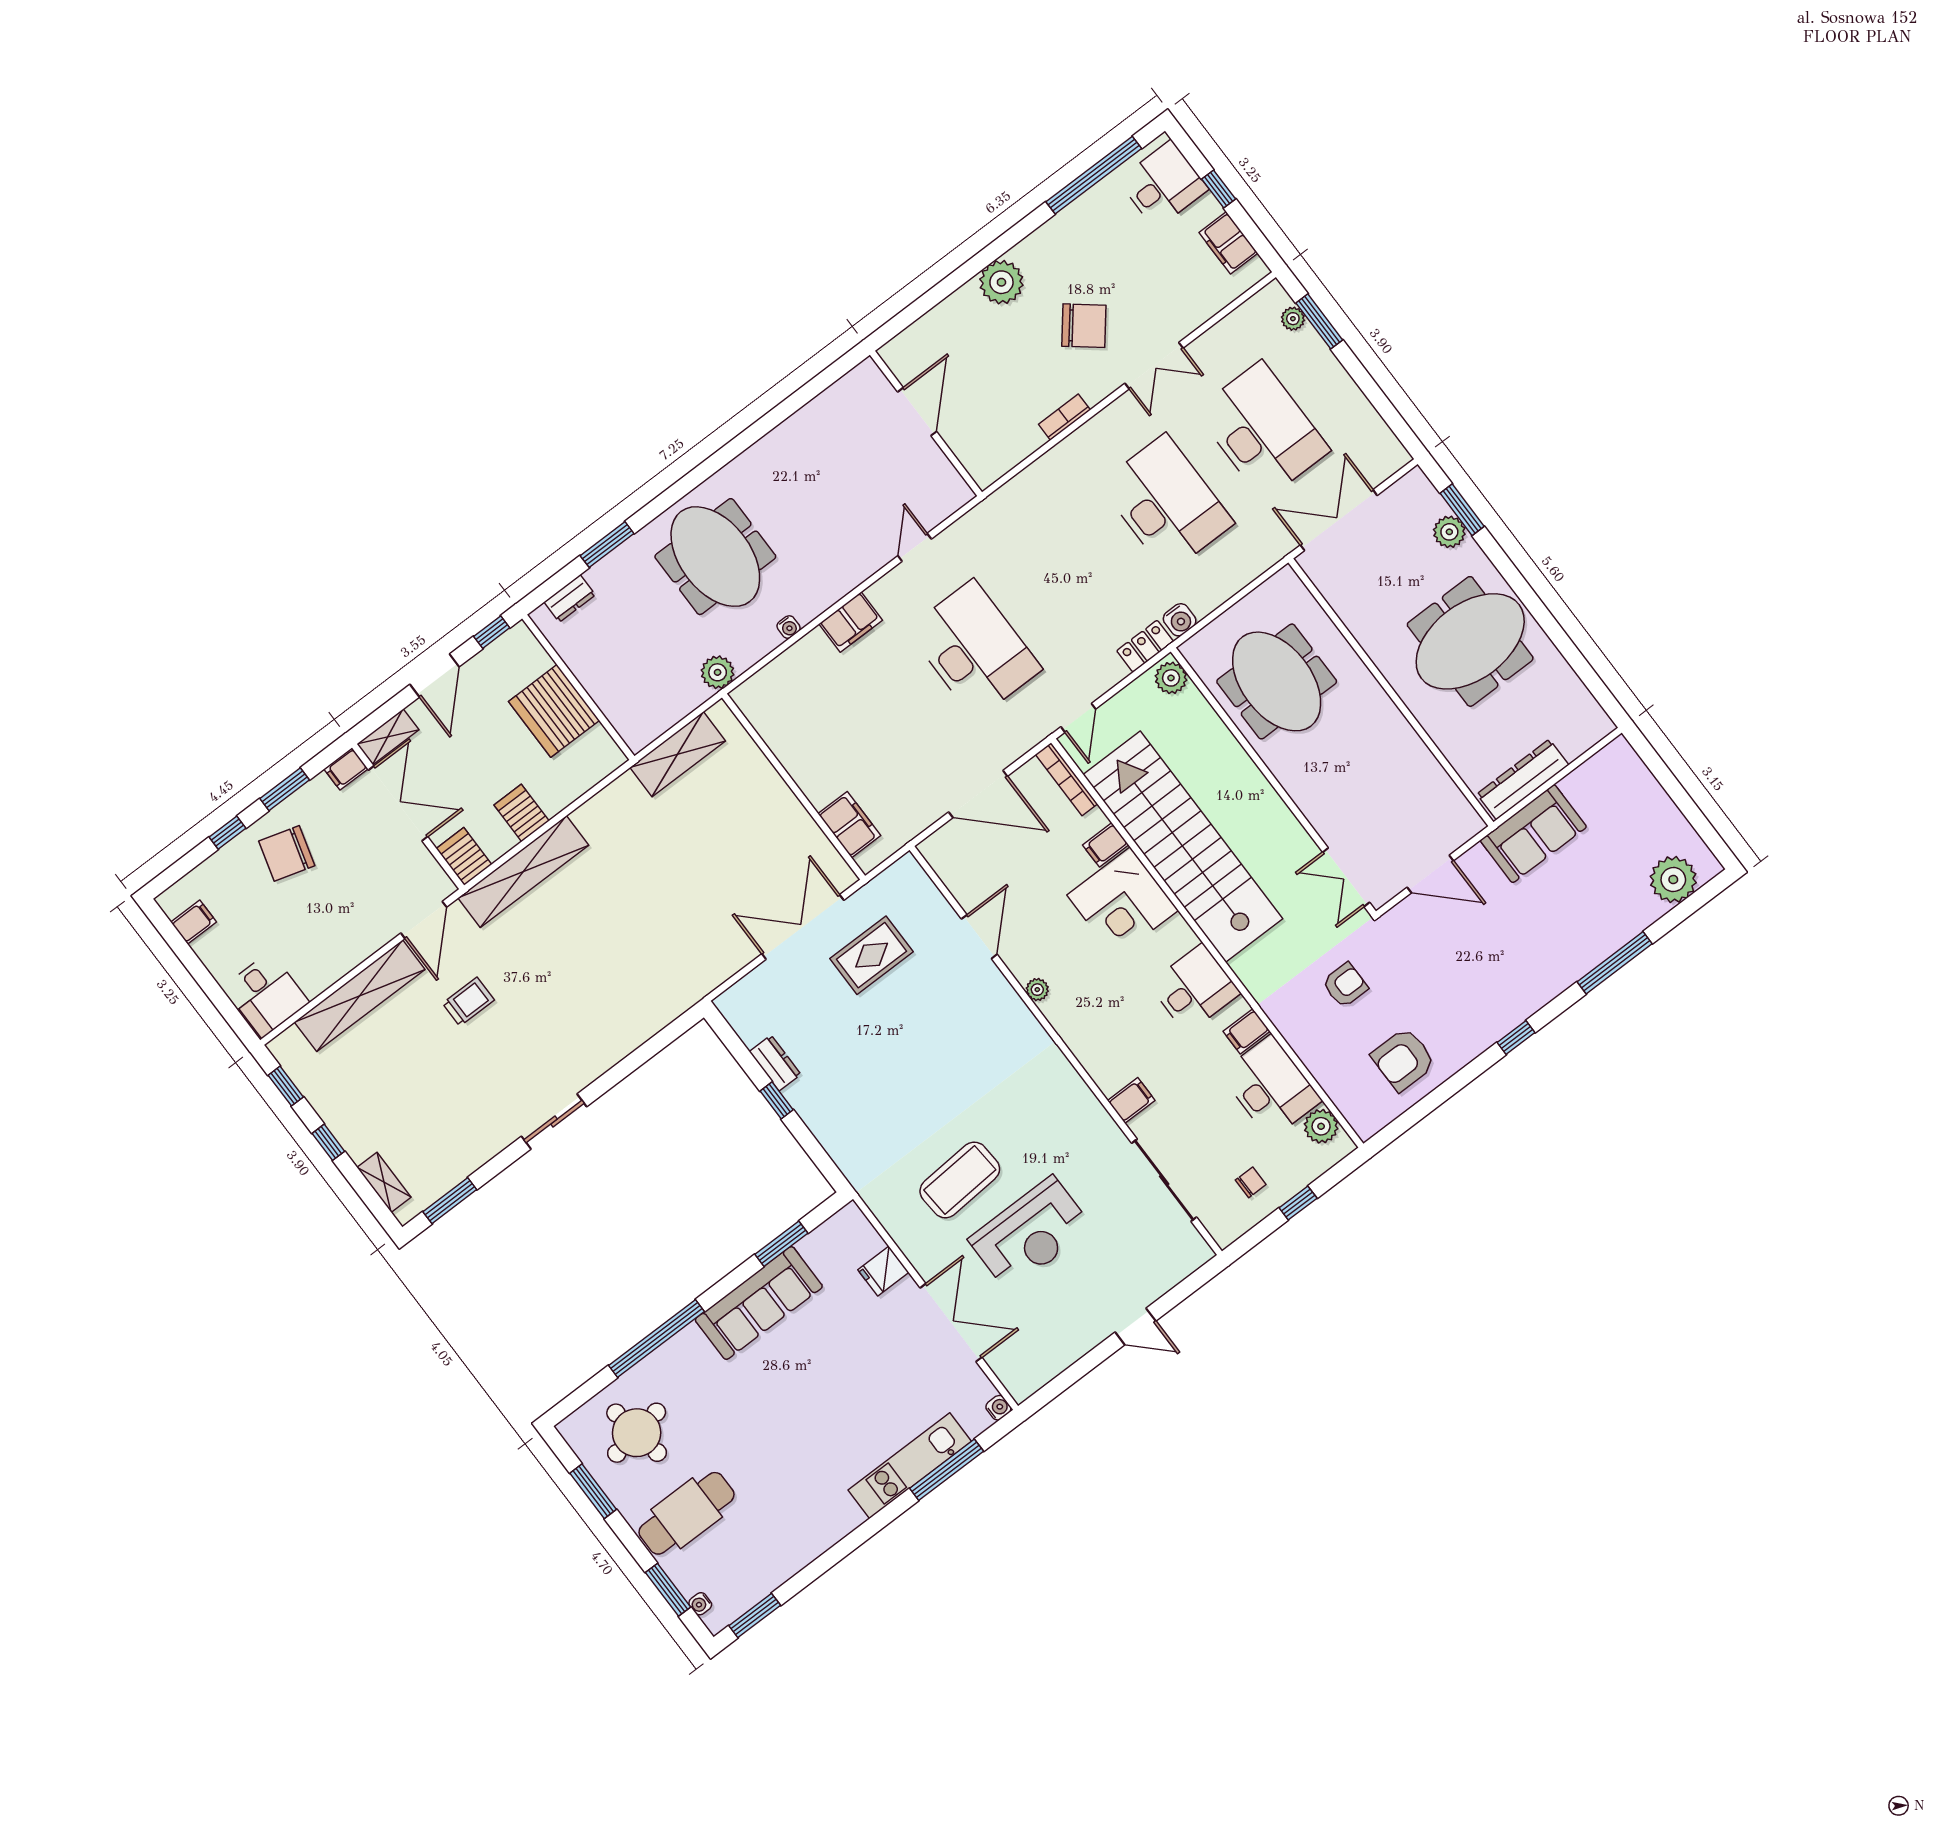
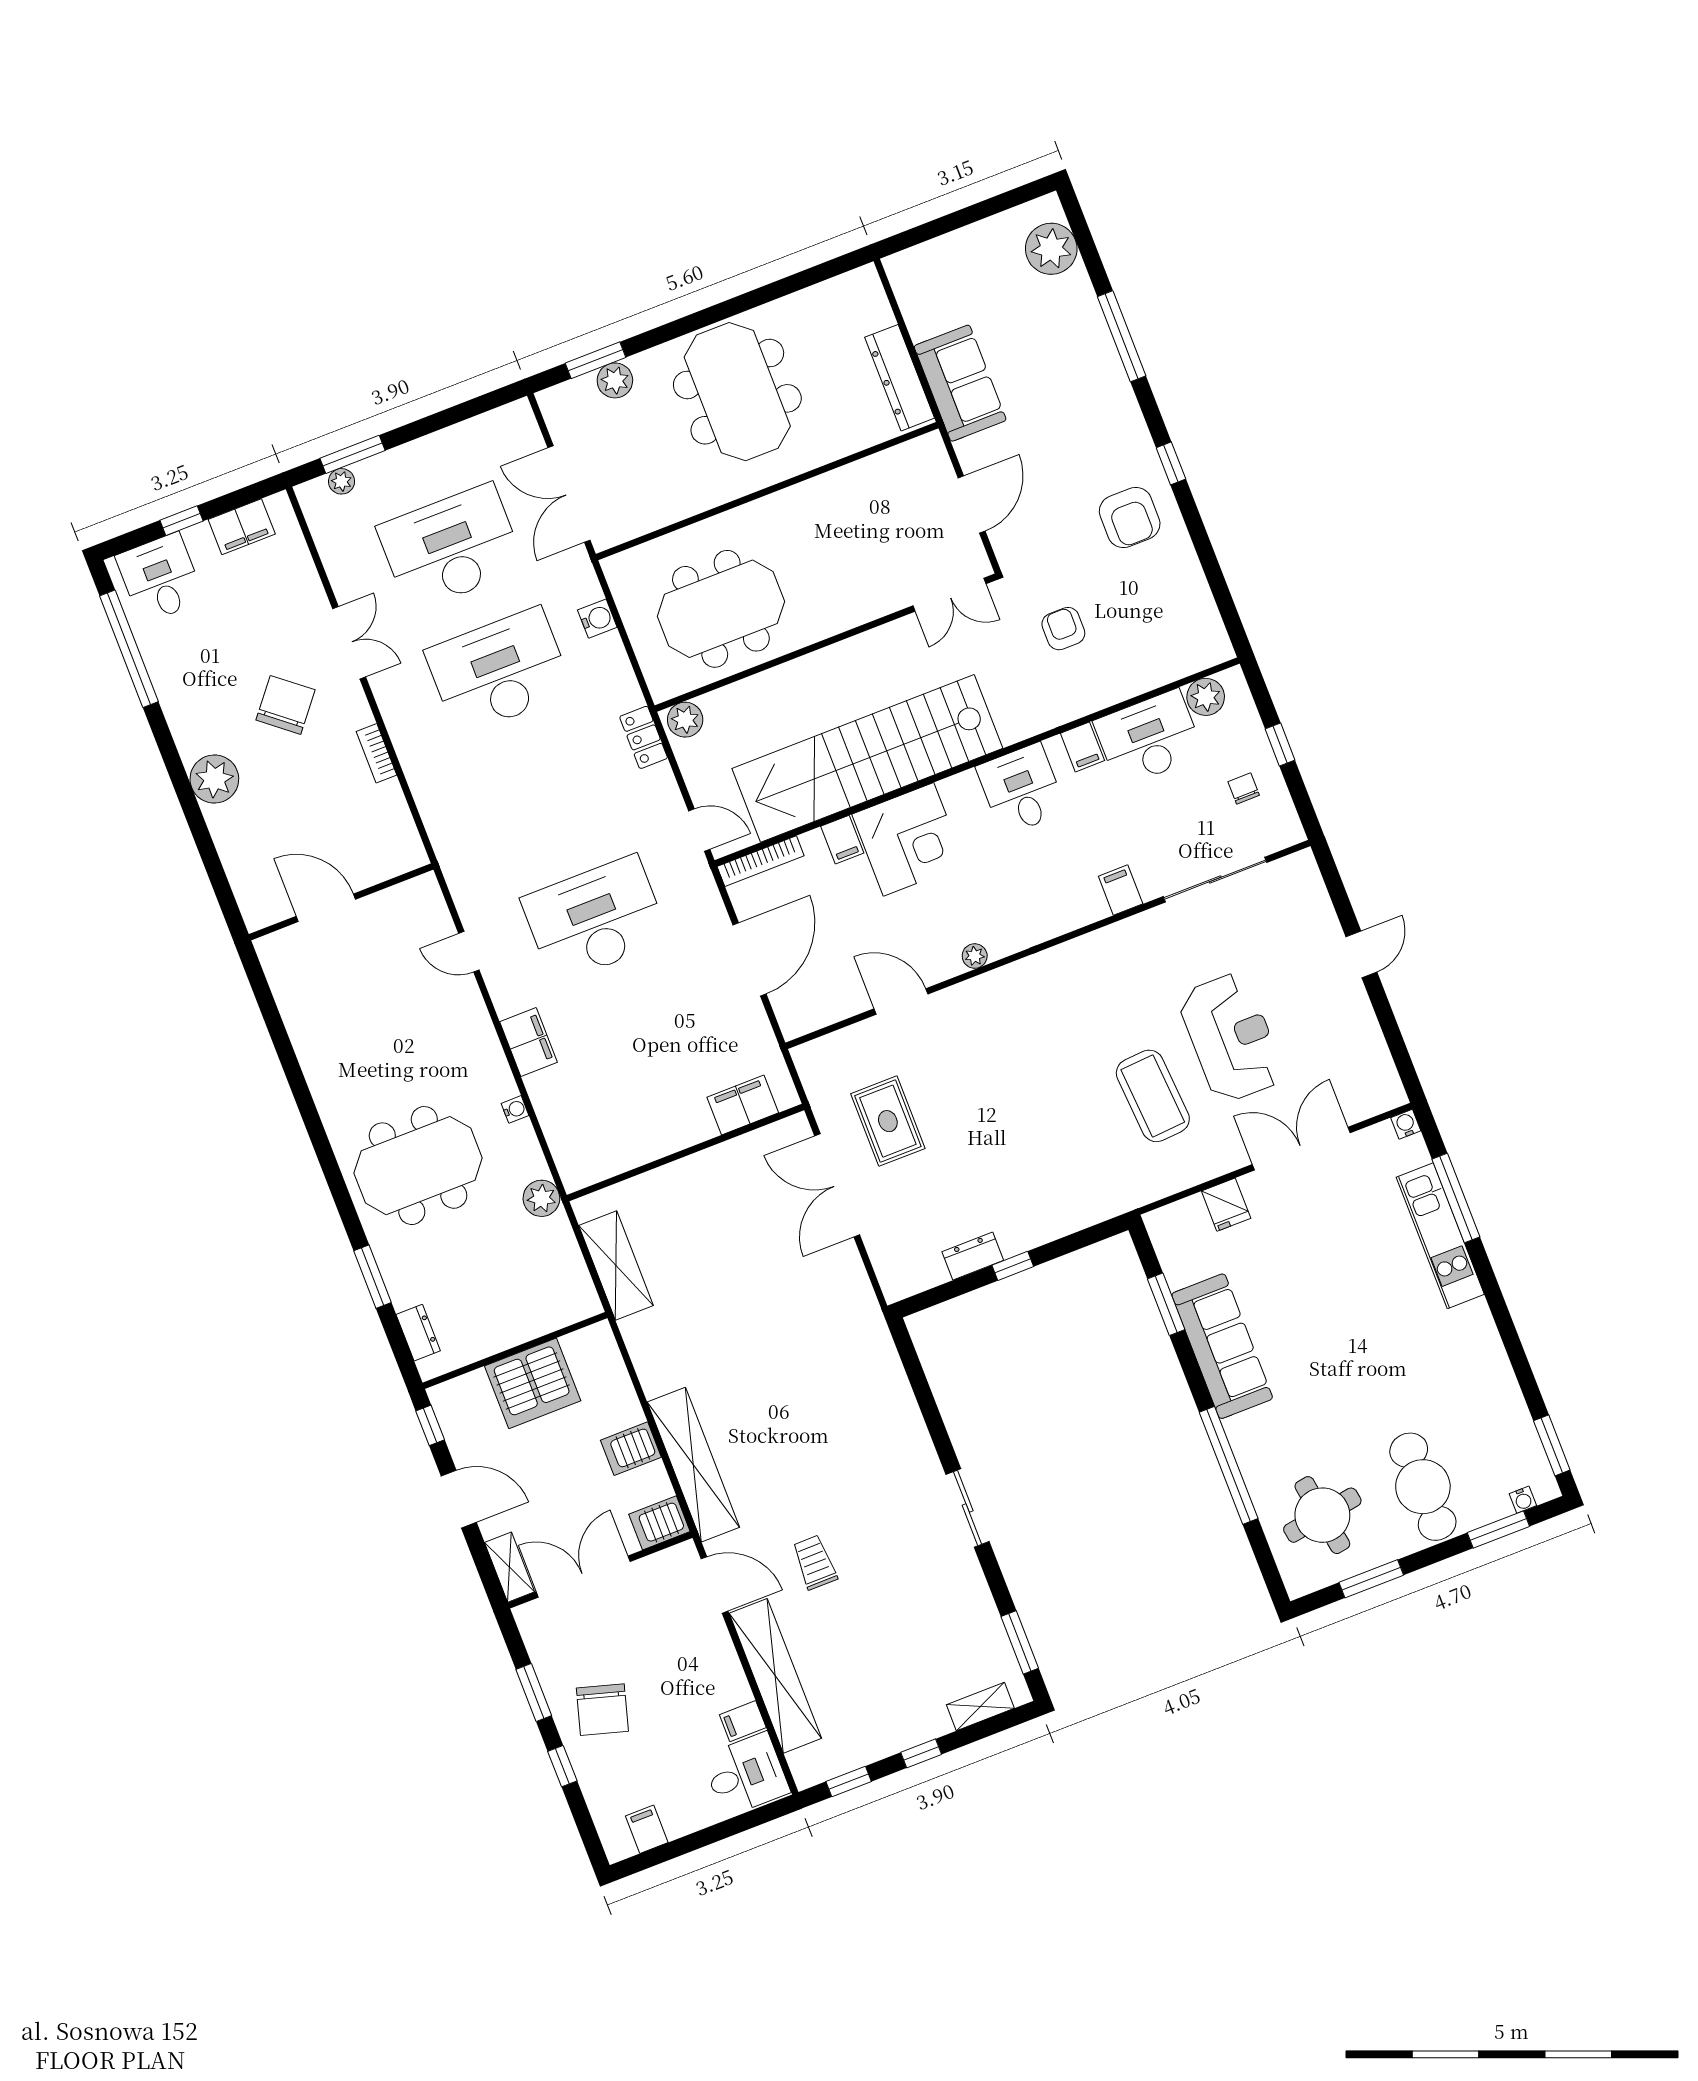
water cooler: (1180, 620) -> (597, 619), moved
filing cabinet: (346, 769) -> (743, 1721), moved, turned 90
armchair: (1403, 1059) -> (1130, 517), moved

